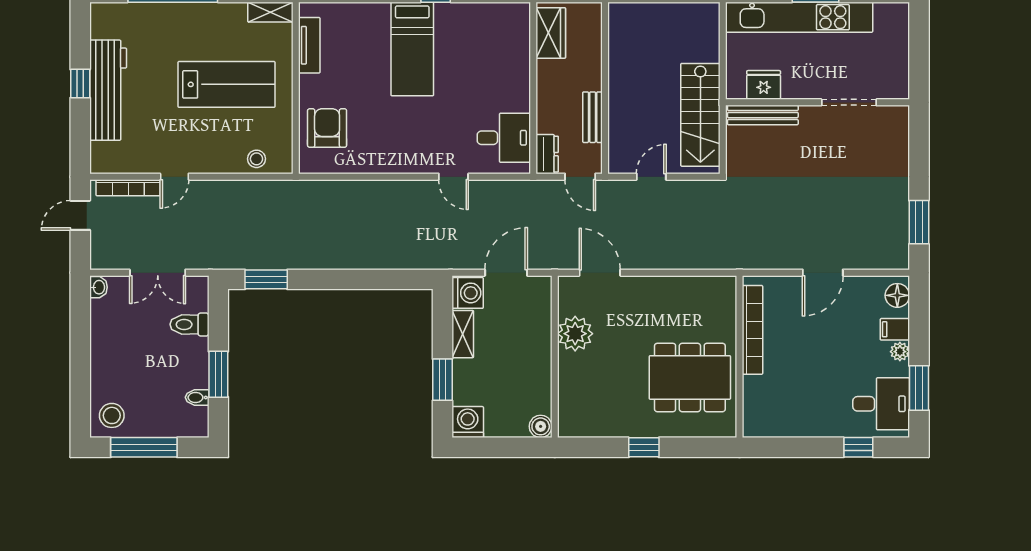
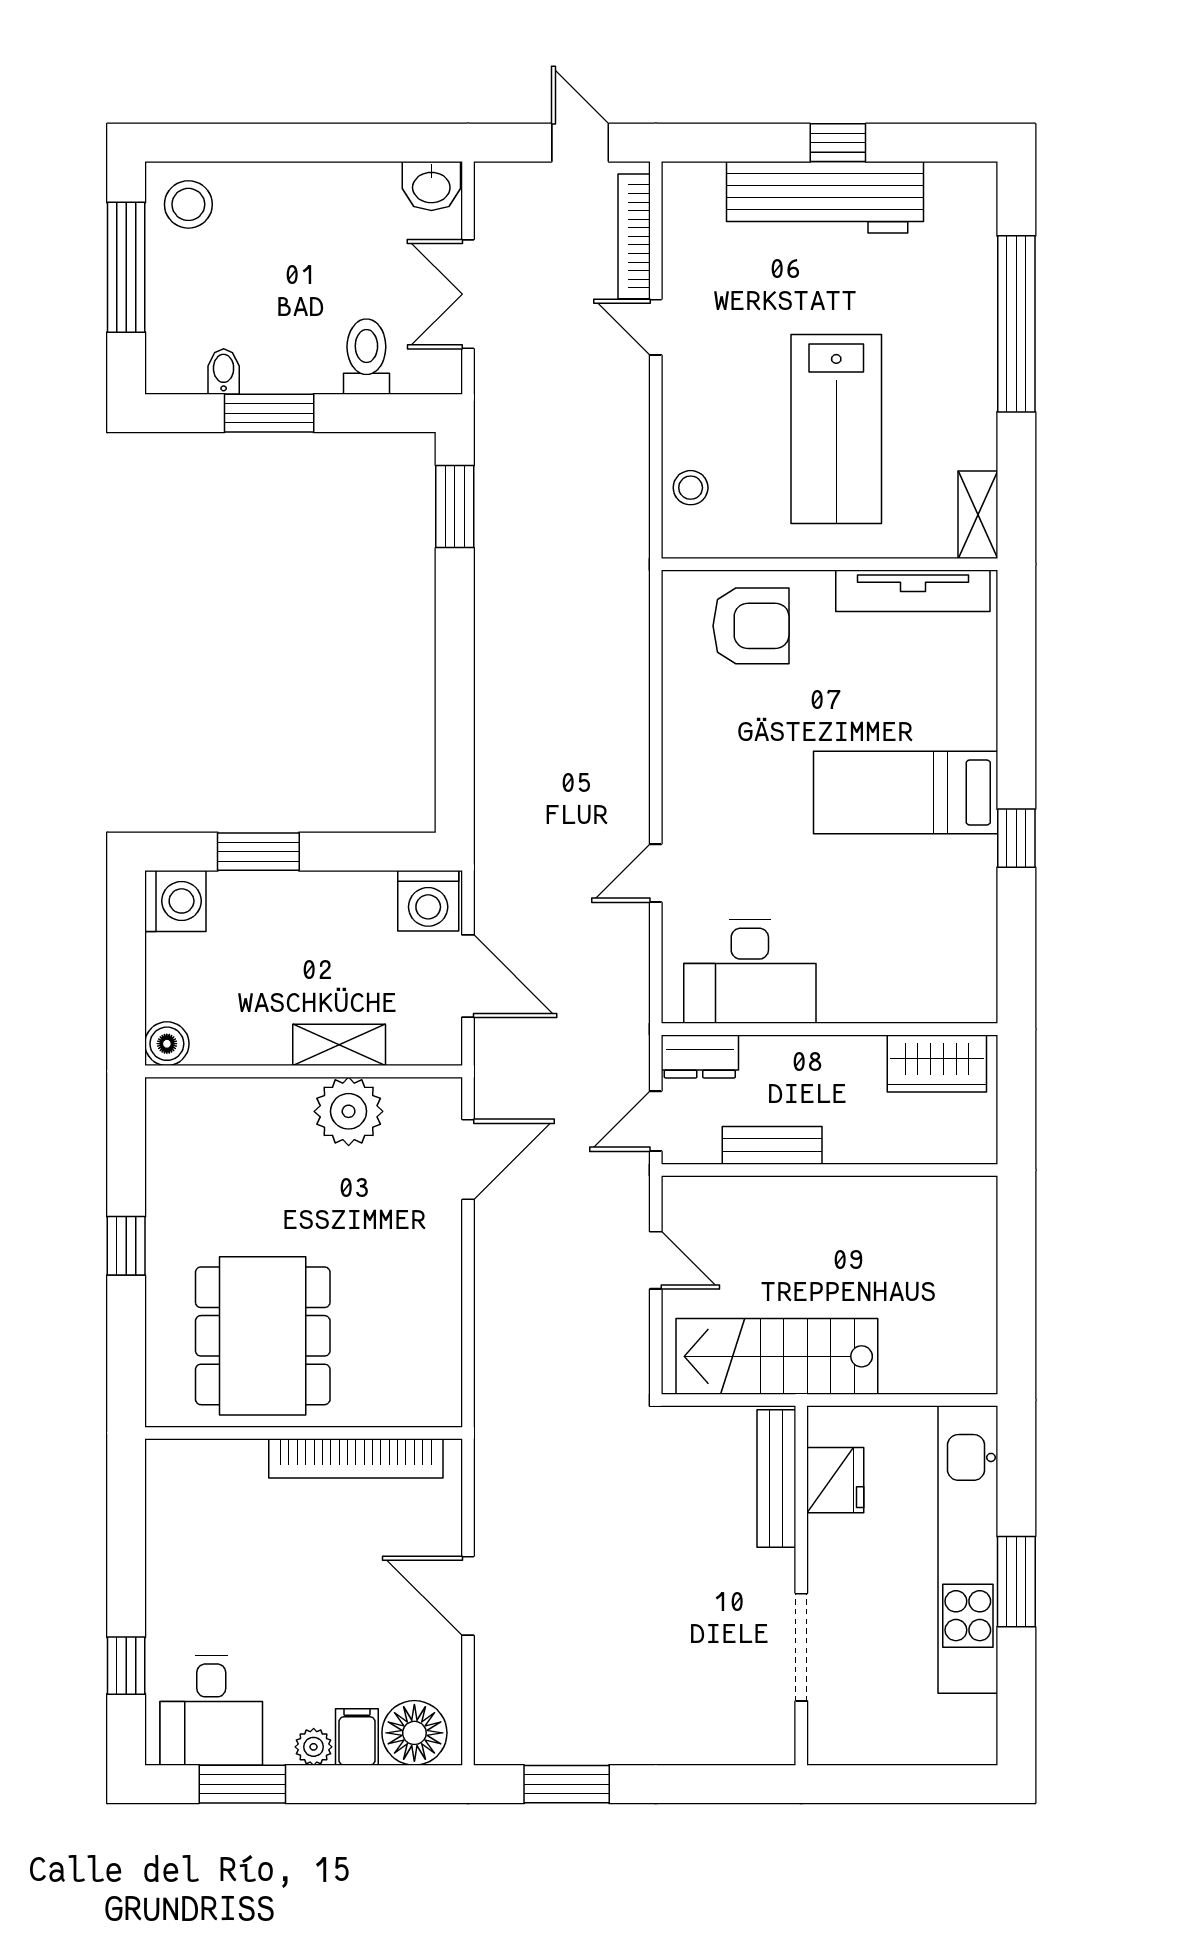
tv unit: (309, 45) -> (913, 591), width x1.41
desk: (504, 138) -> (750, 972), width x1.37
washbasin: (98, 287) -> (431, 186), width x1.38, depth x1.45
floor lamp: (897, 295) -> (414, 1733), width x1.38, depth x1.38
shelving: (463, 334) -> (339, 1045), moved

